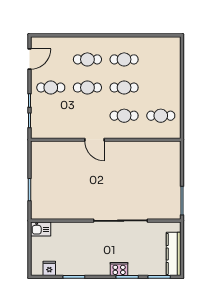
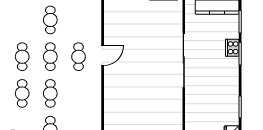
cafe table: (161, 116) -> (50, 20), moved
door: (95, 140) -> (103, 55), moved
cooker: (119, 269) -> (232, 48), moved

